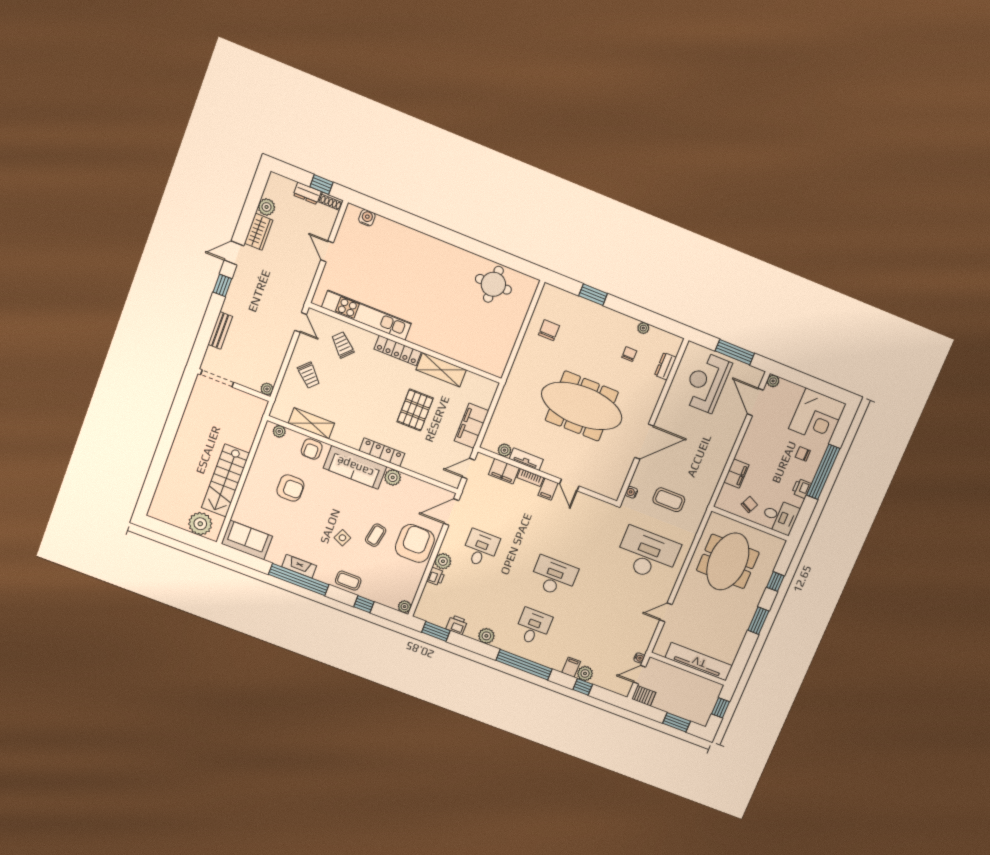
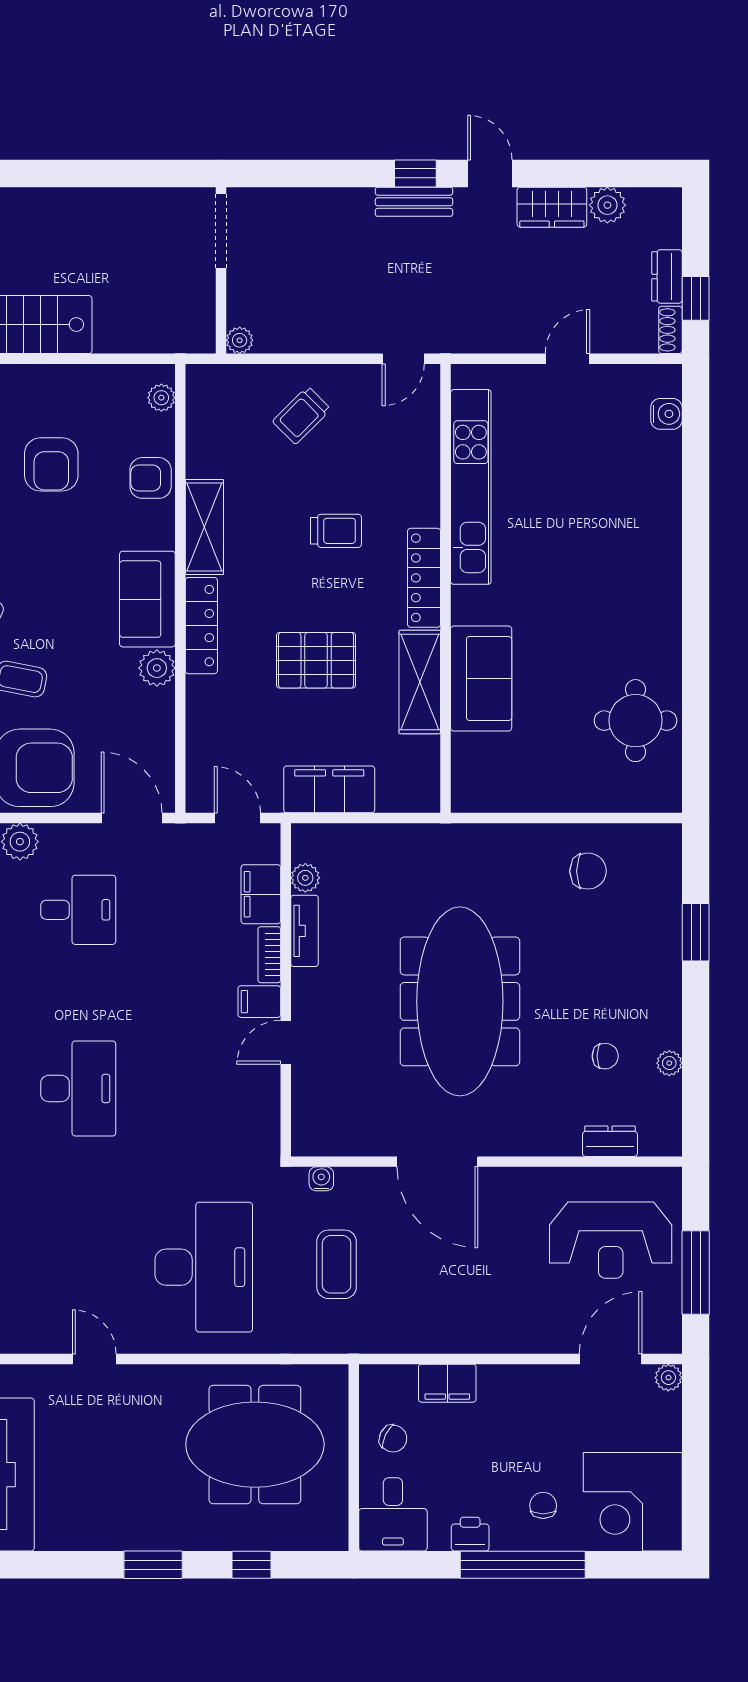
bench: (220, 330) -> (414, 202), moved
sofa: (450, 343) -> (481, 679), added
trolley: (343, 345) -> (336, 531), moved, turned 46
reception desk: (706, 382) -> (611, 1240), turned 180
shelving: (311, 423) -> (204, 527), moved
sofa: (355, 467) -> (147, 599), width x0.73

